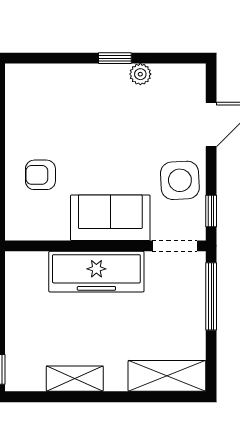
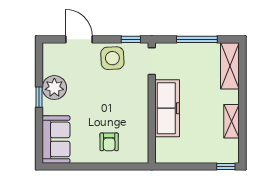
plant: (140, 74) -> (54, 88), width x1.88, depth x1.88
sofa: (110, 218) -> (56, 139), moved, turned 180
window: (211, 296) -> (197, 39), moved

